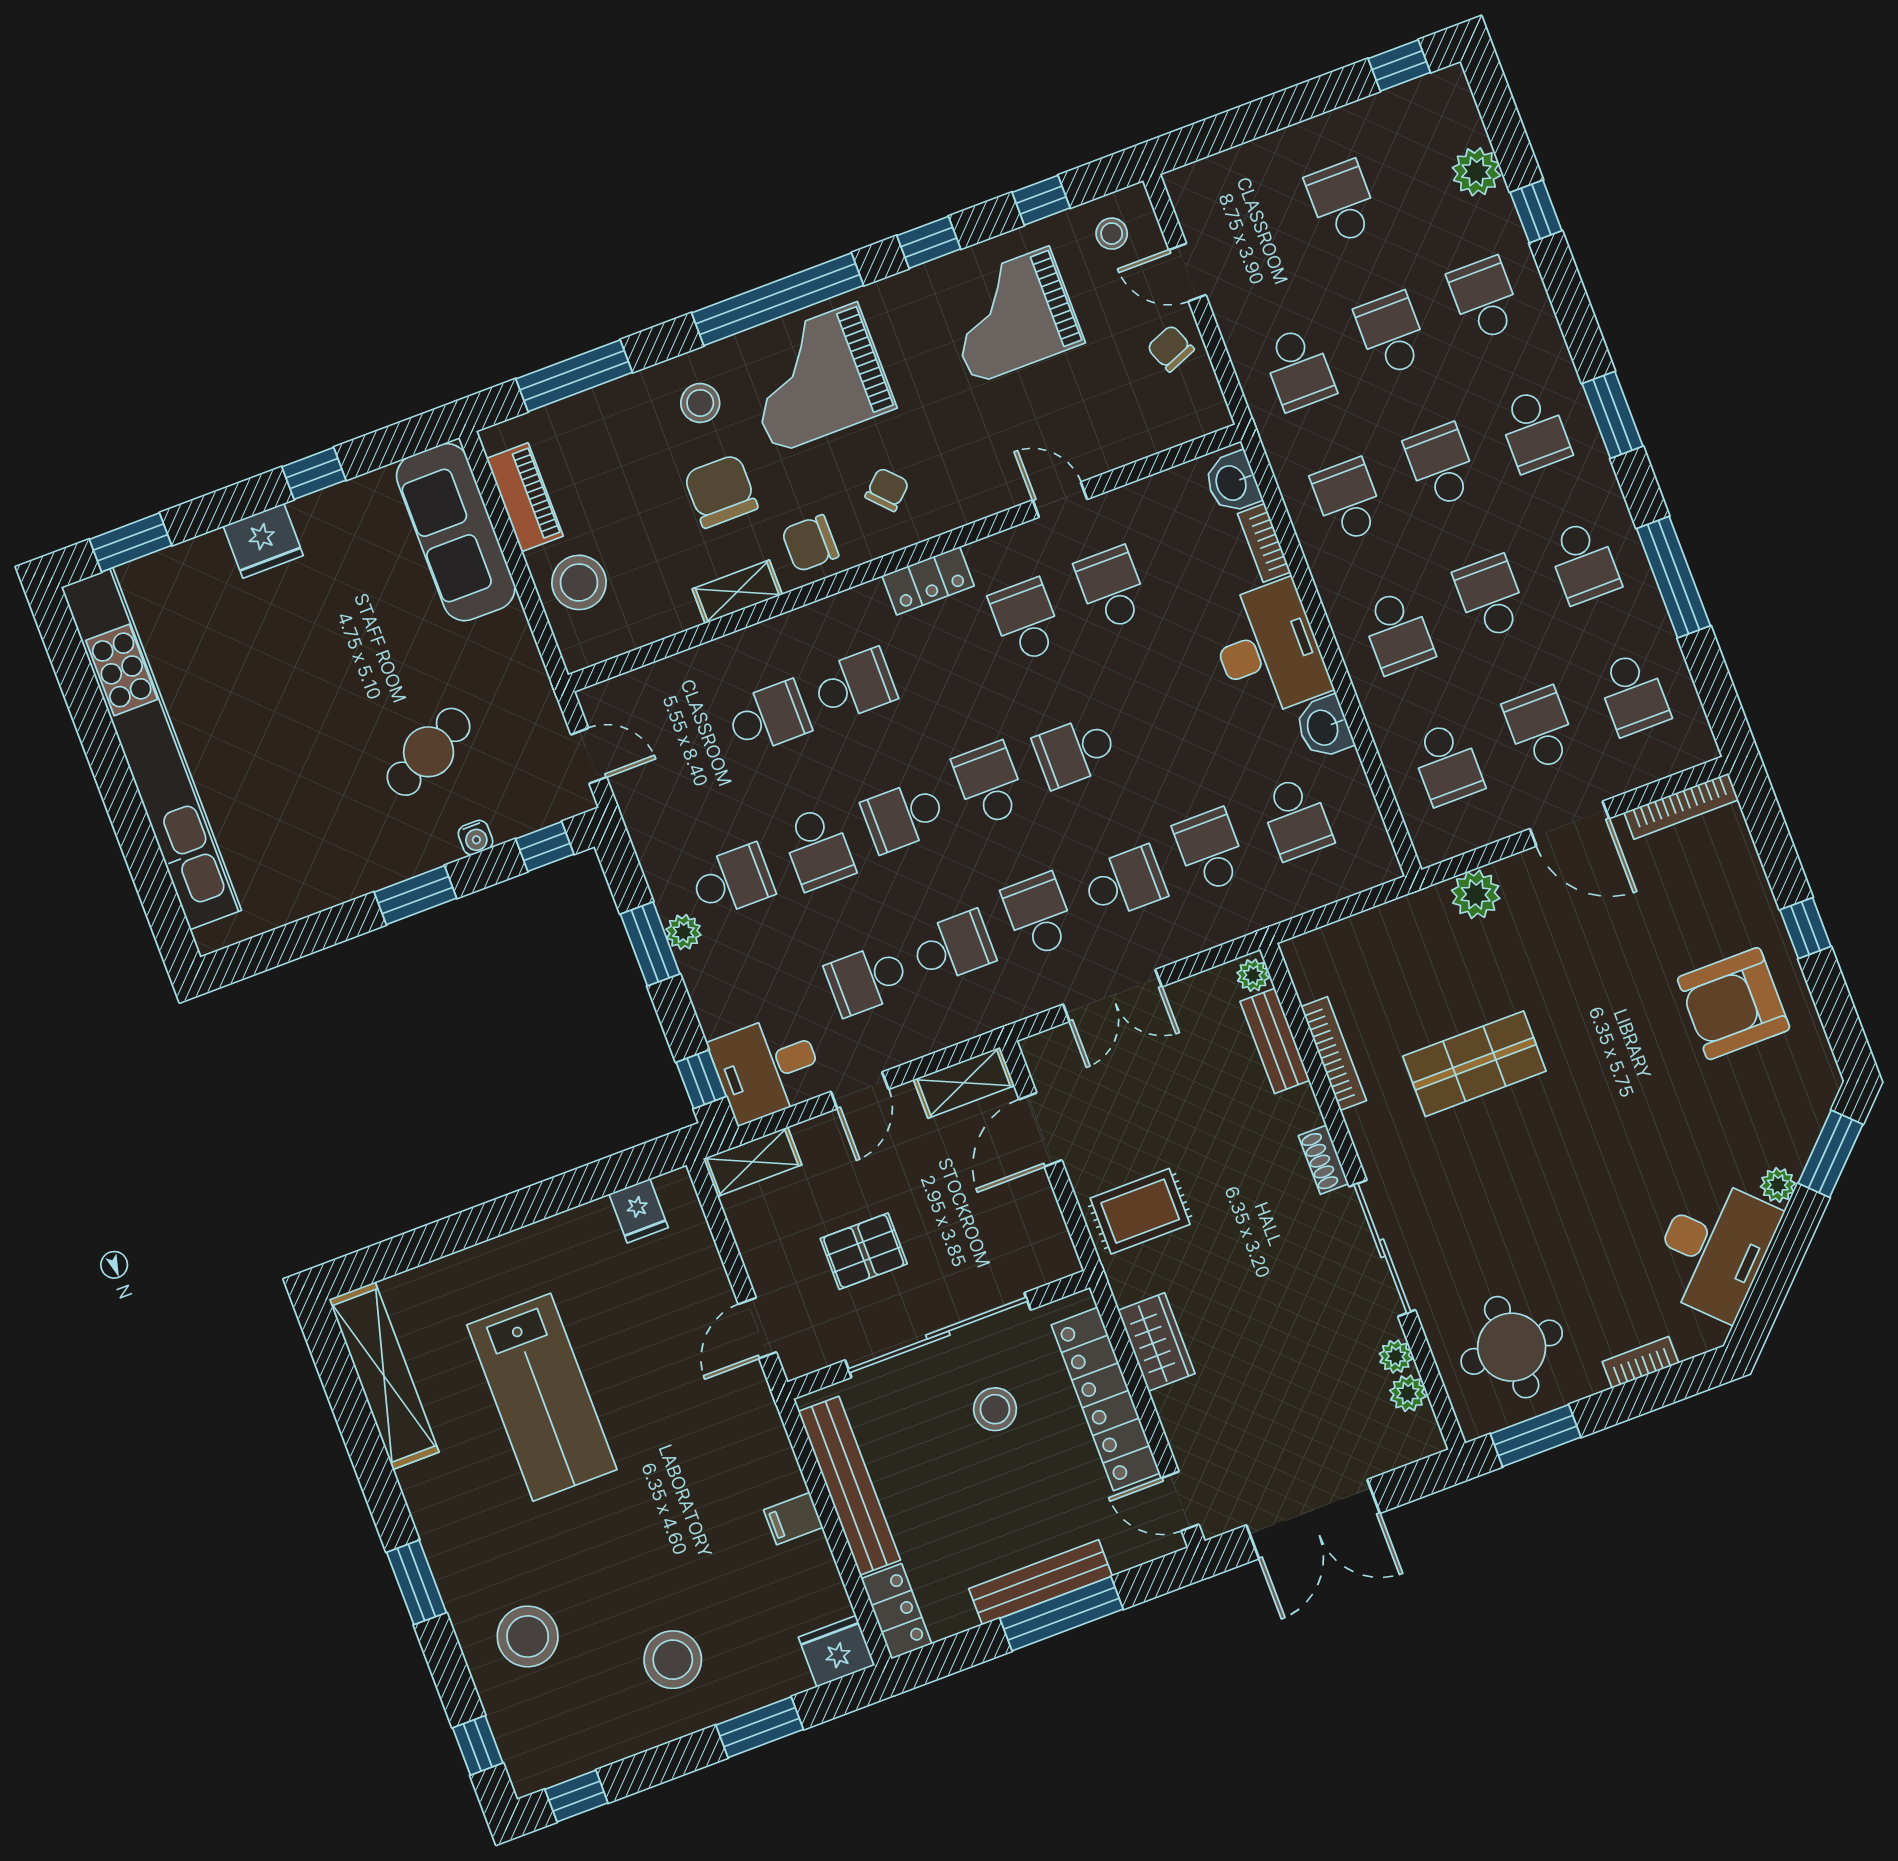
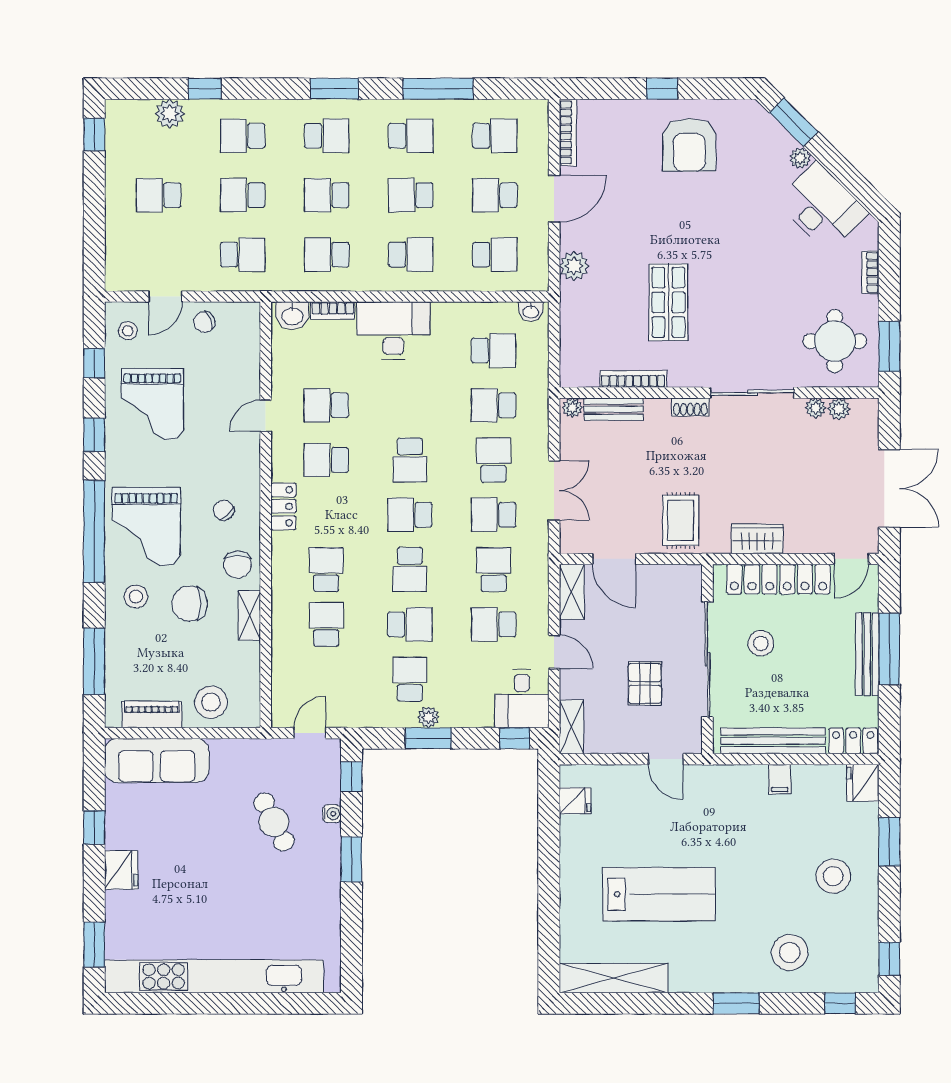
washbasin: (1324, 727) -> (531, 311), moved, width x0.72, depth x0.69
school desk: (867, 979) -> (494, 624), turned 90

